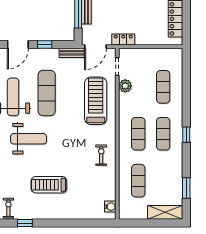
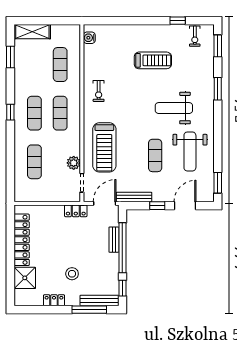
bench: (72, 53) -> (134, 197), width x1.36
exercise mat: (47, 93) -> (155, 155), width x0.73, depth x0.69

